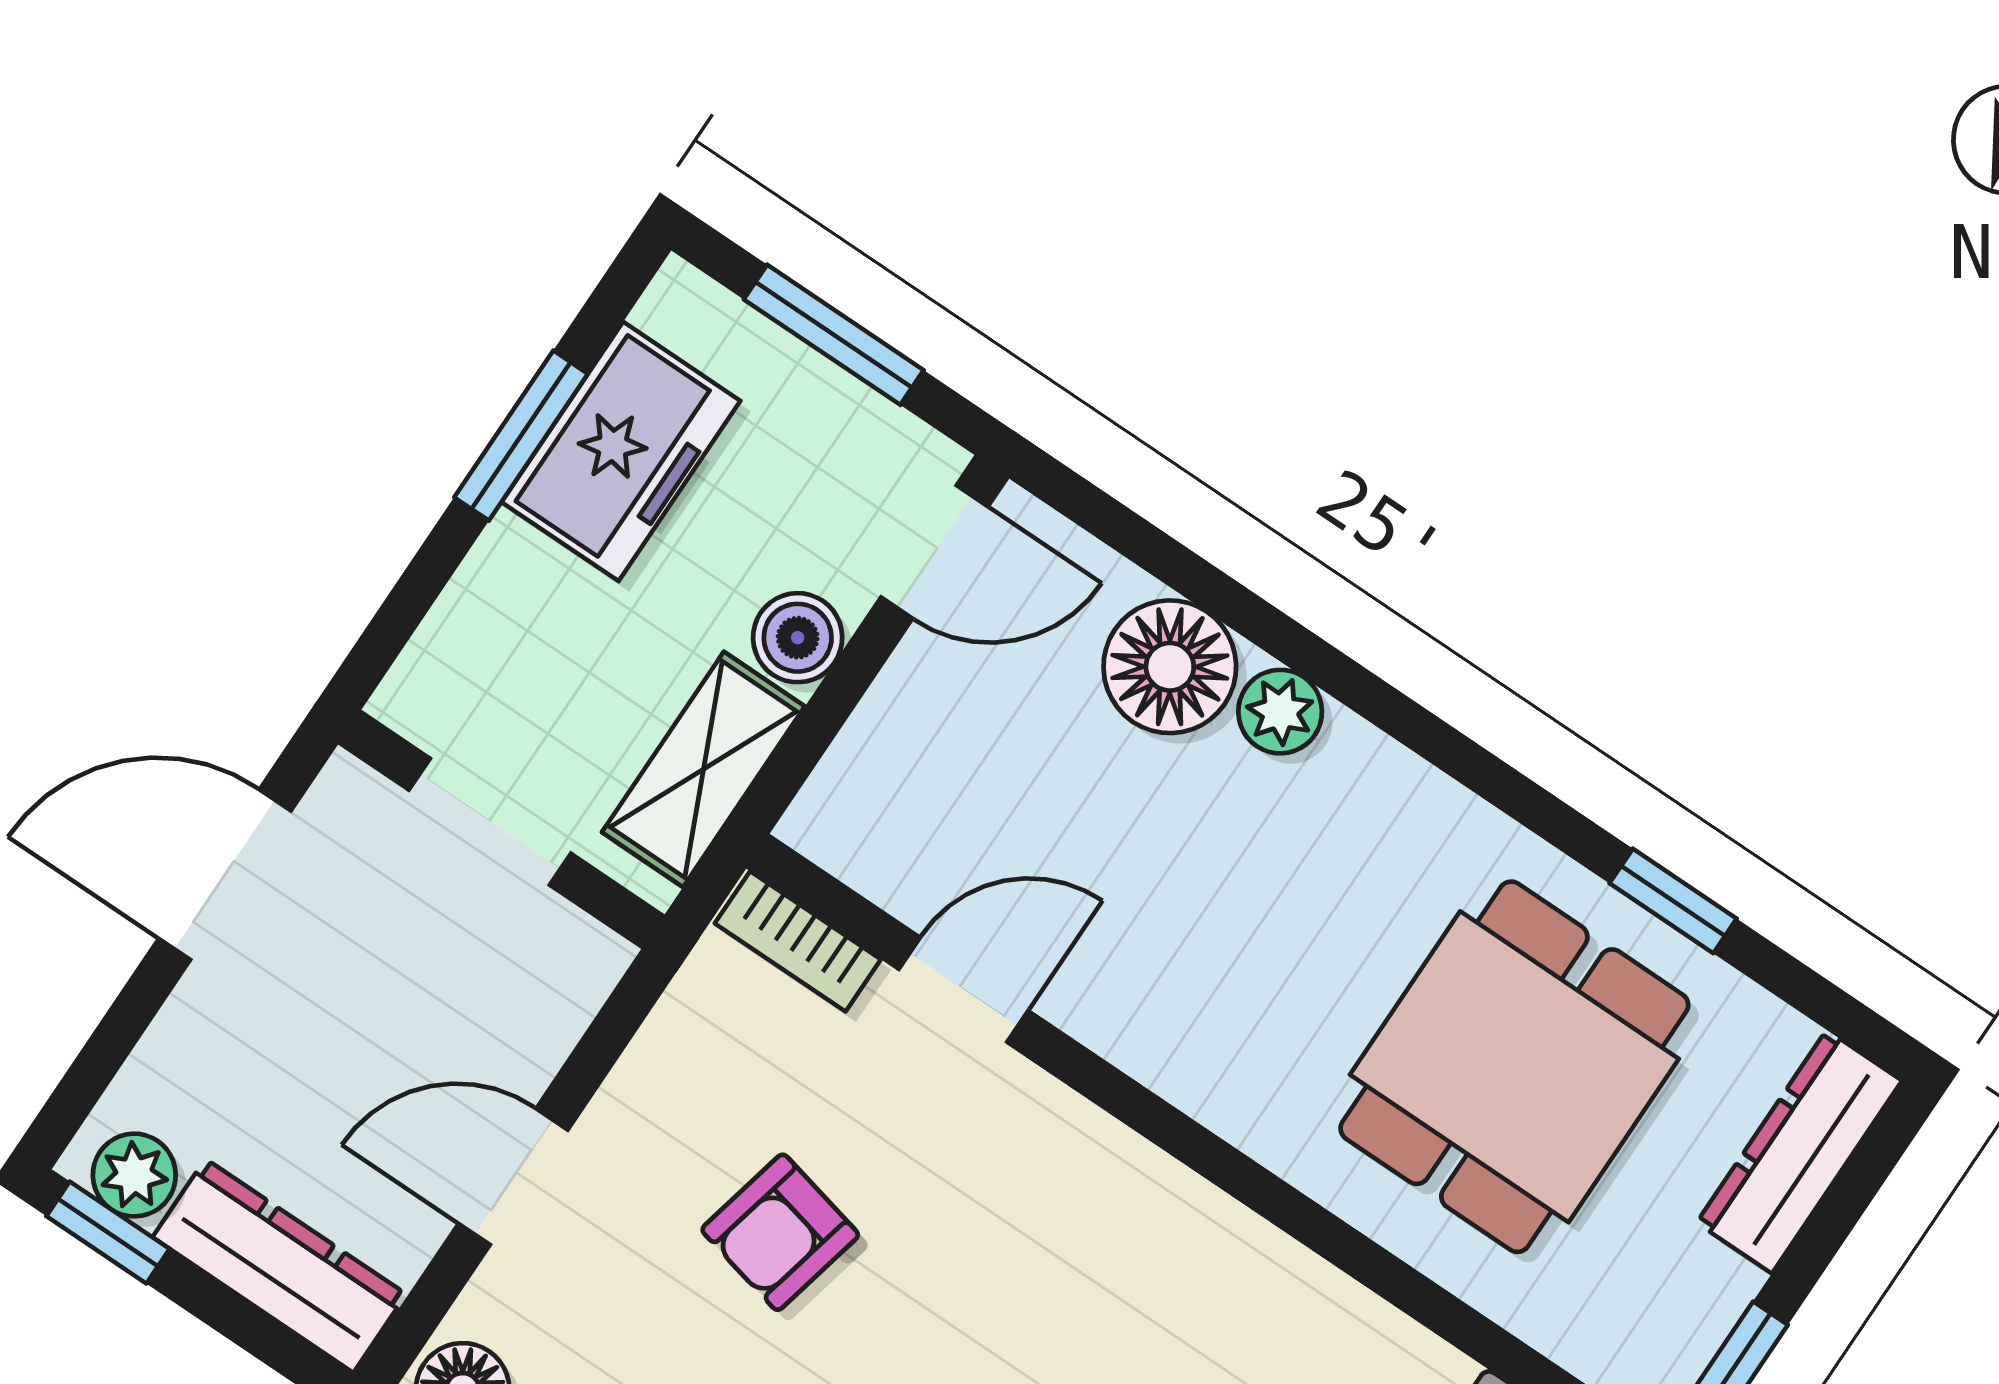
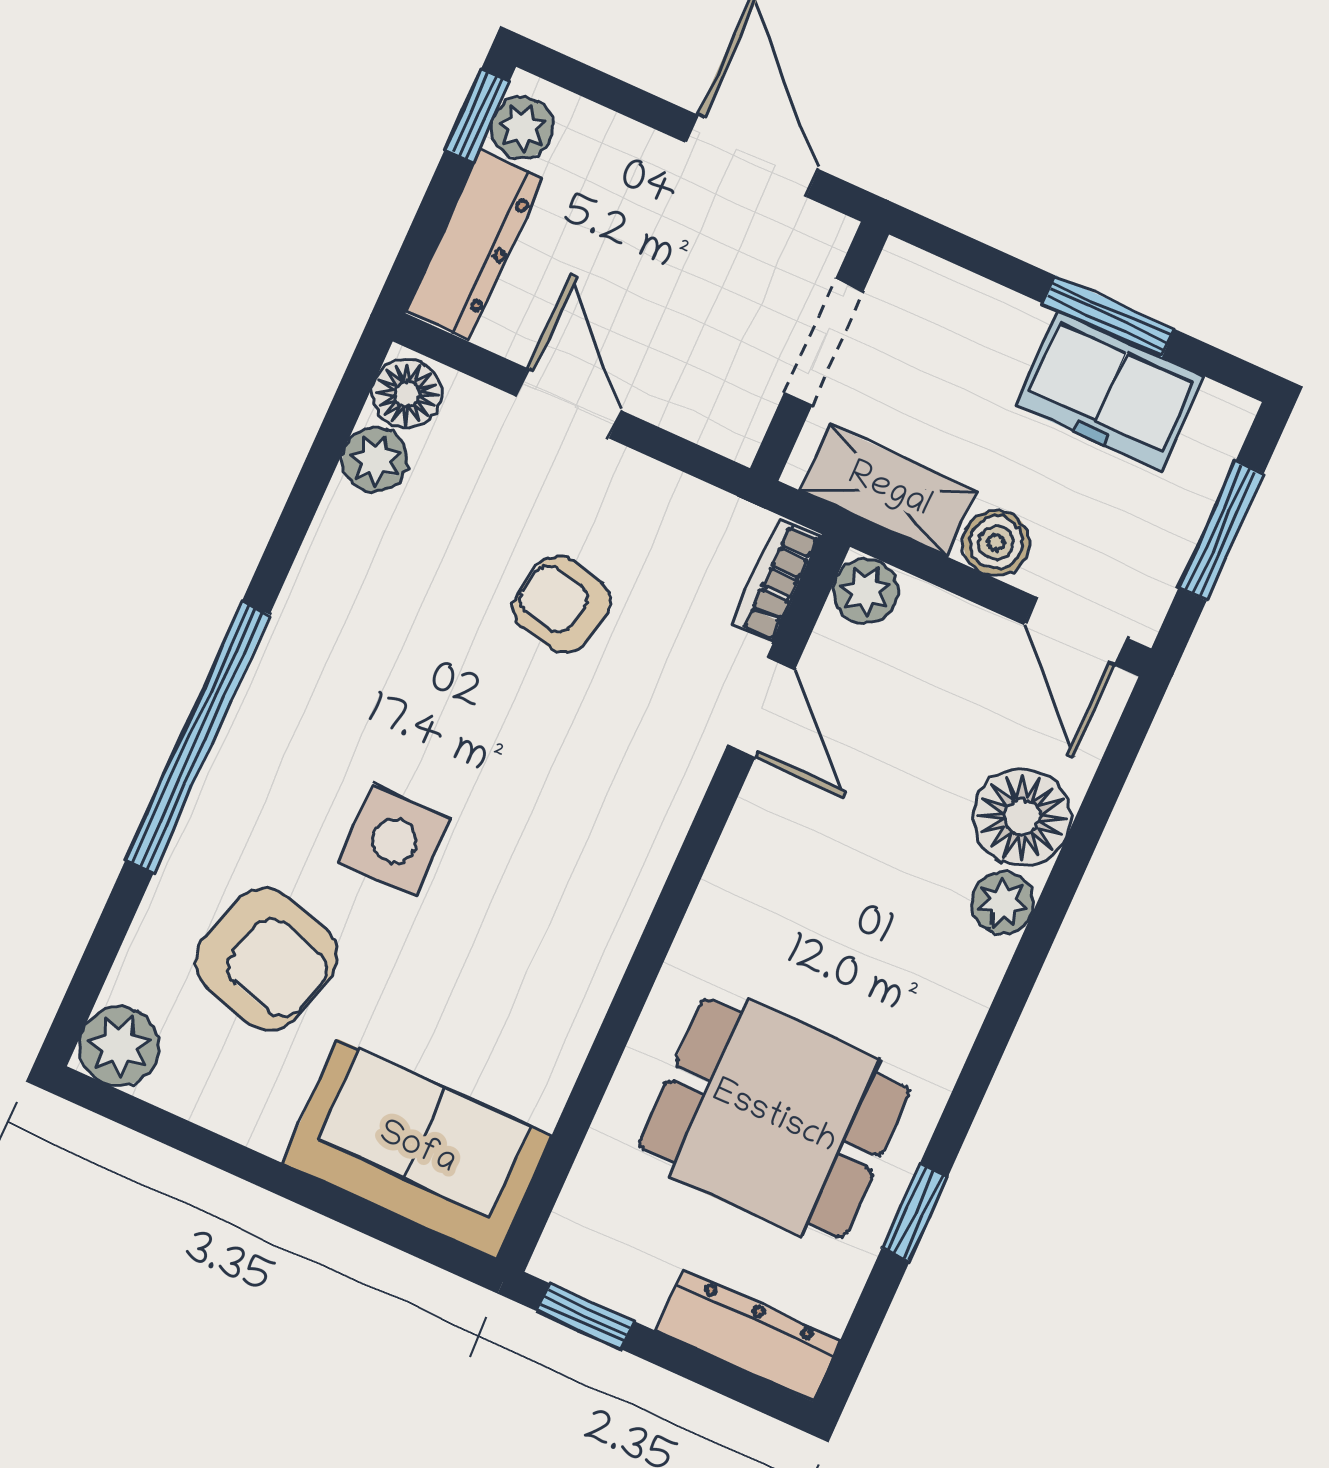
plant: (832, 823) -> (866, 591), added

